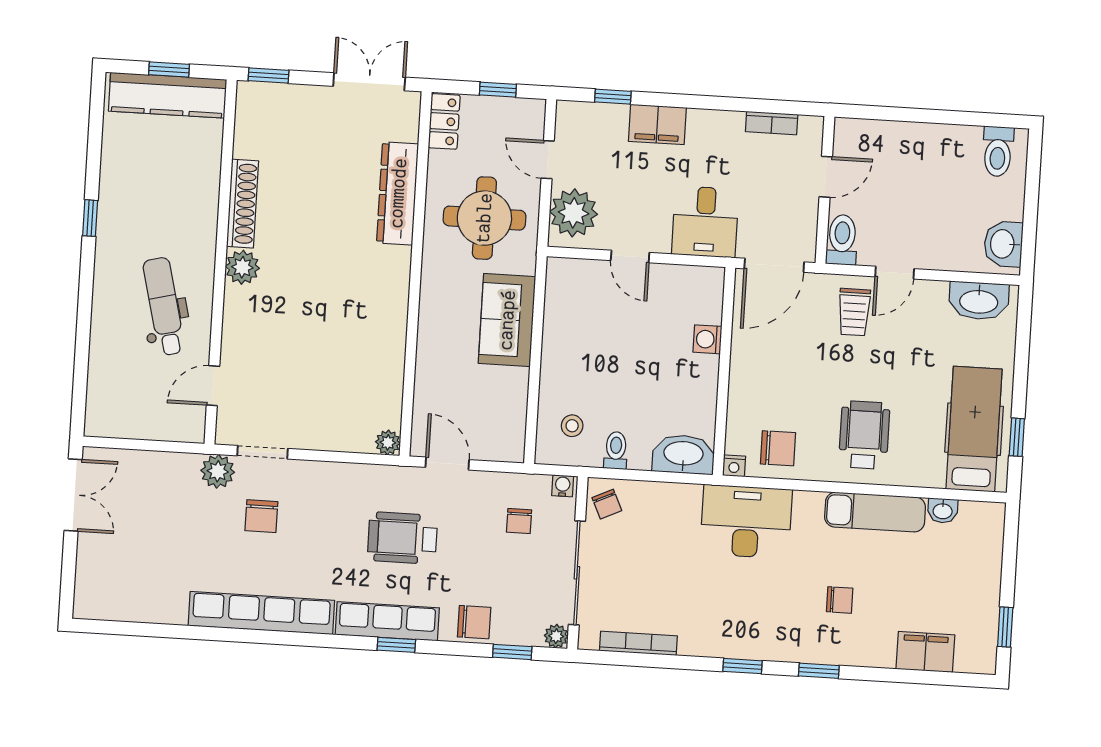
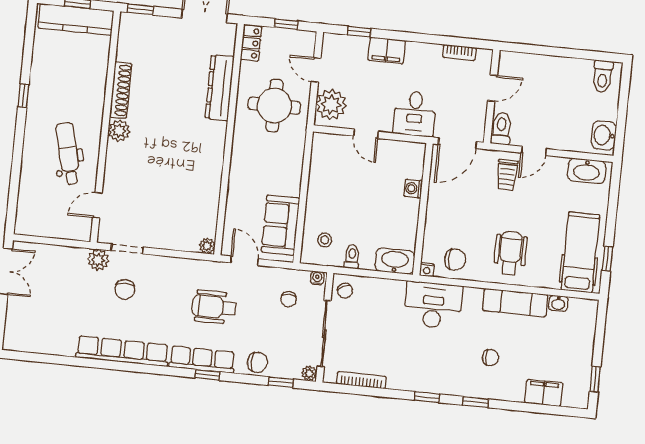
sofa: (507, 320) -> (281, 225), moved

